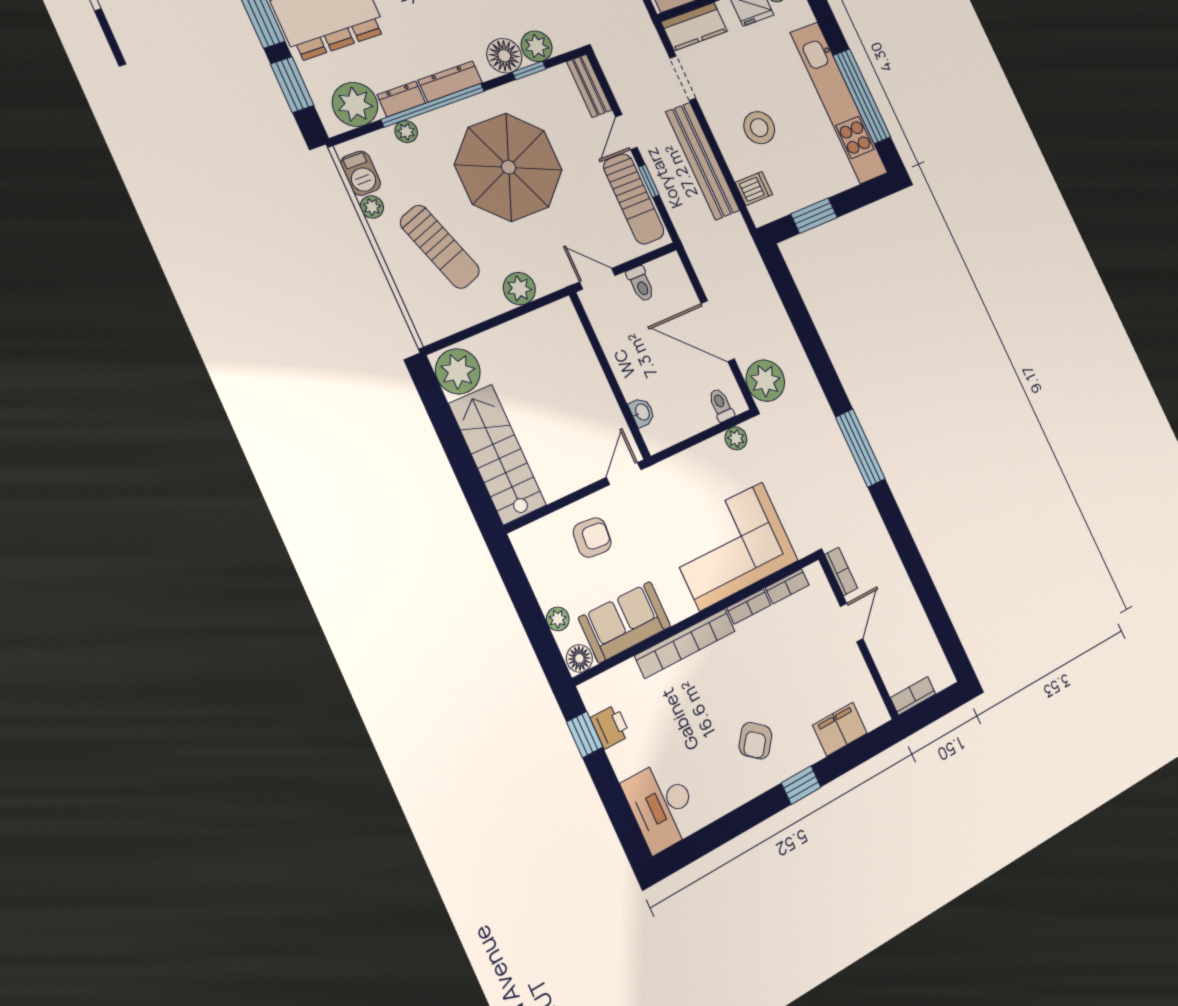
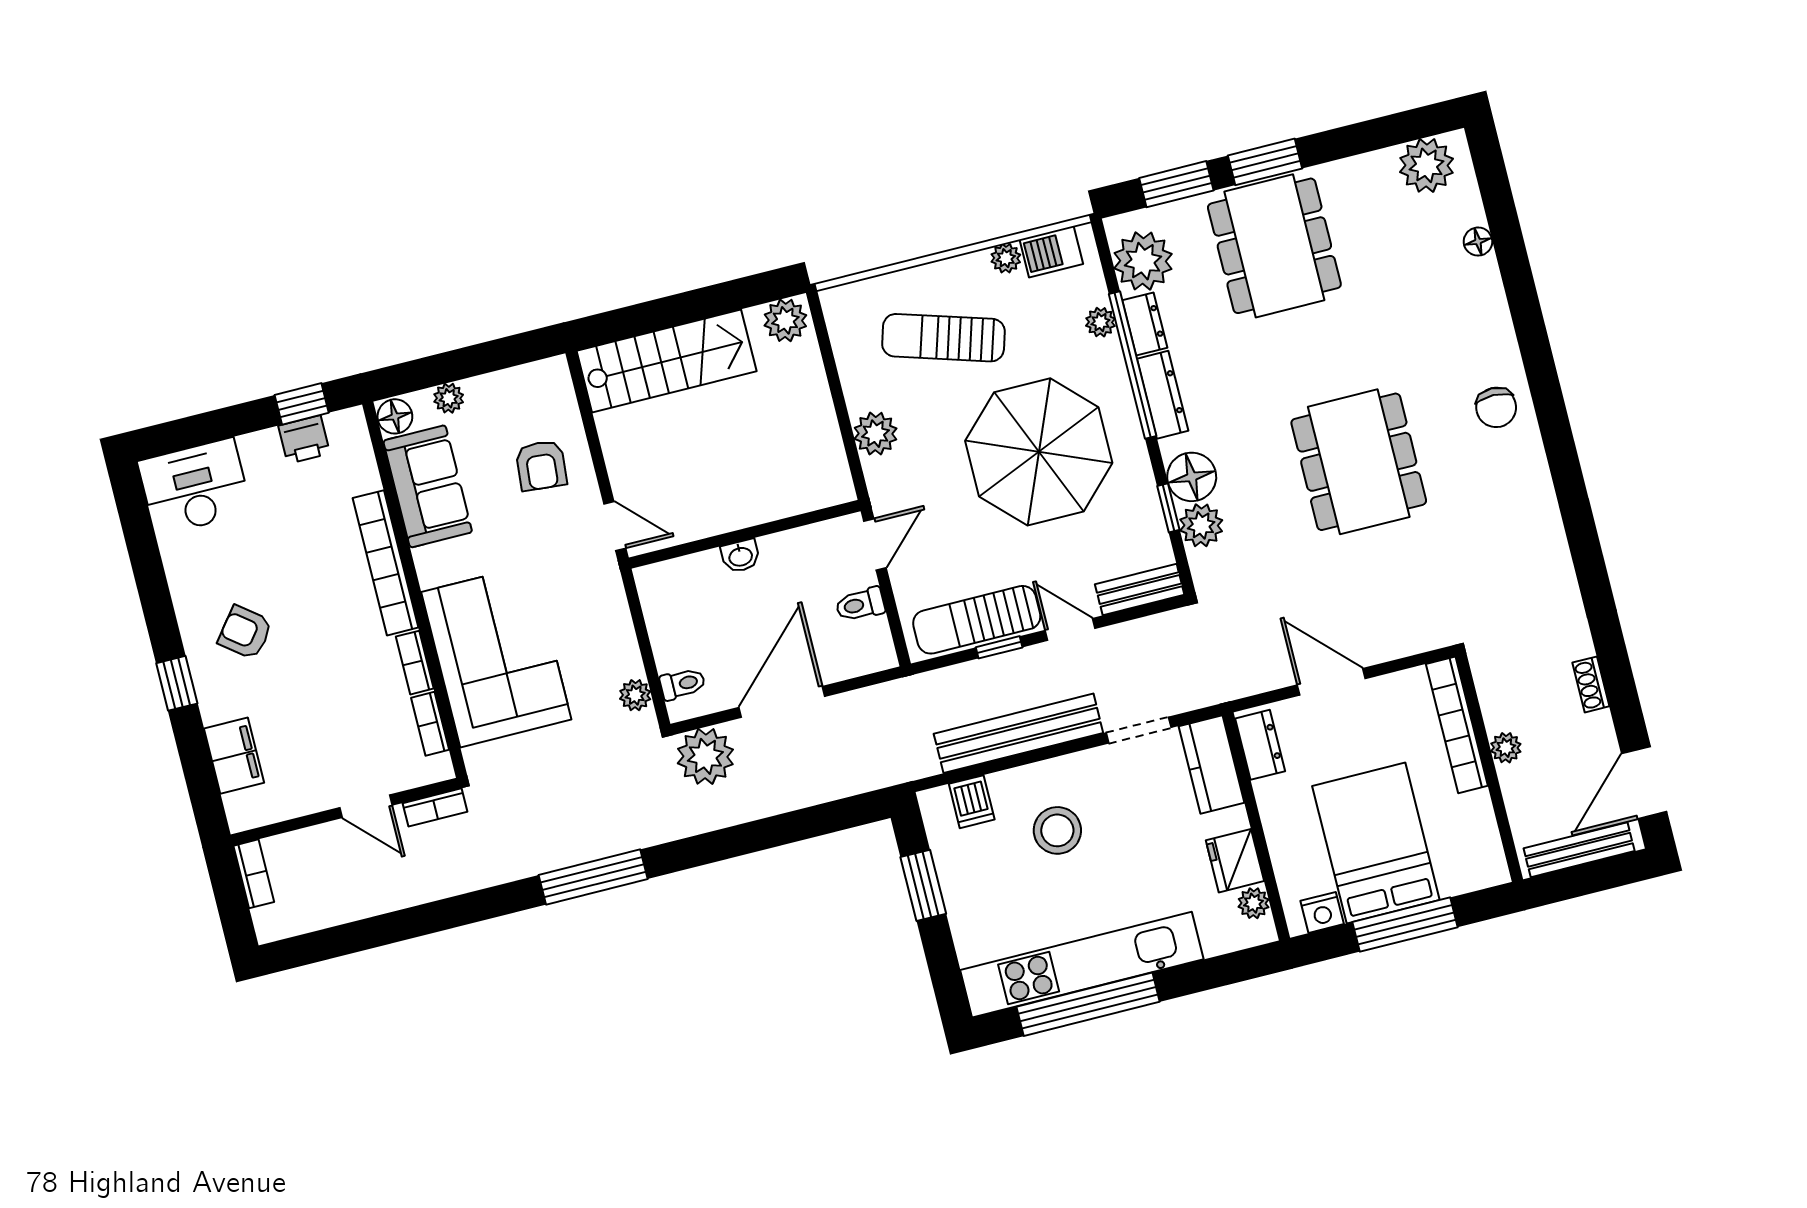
sun lounger: (440, 247) -> (943, 338), turned 36
plant: (458, 371) -> (785, 320), width x0.73, depth x0.73
washbasin: (642, 412) -> (740, 556), moved

